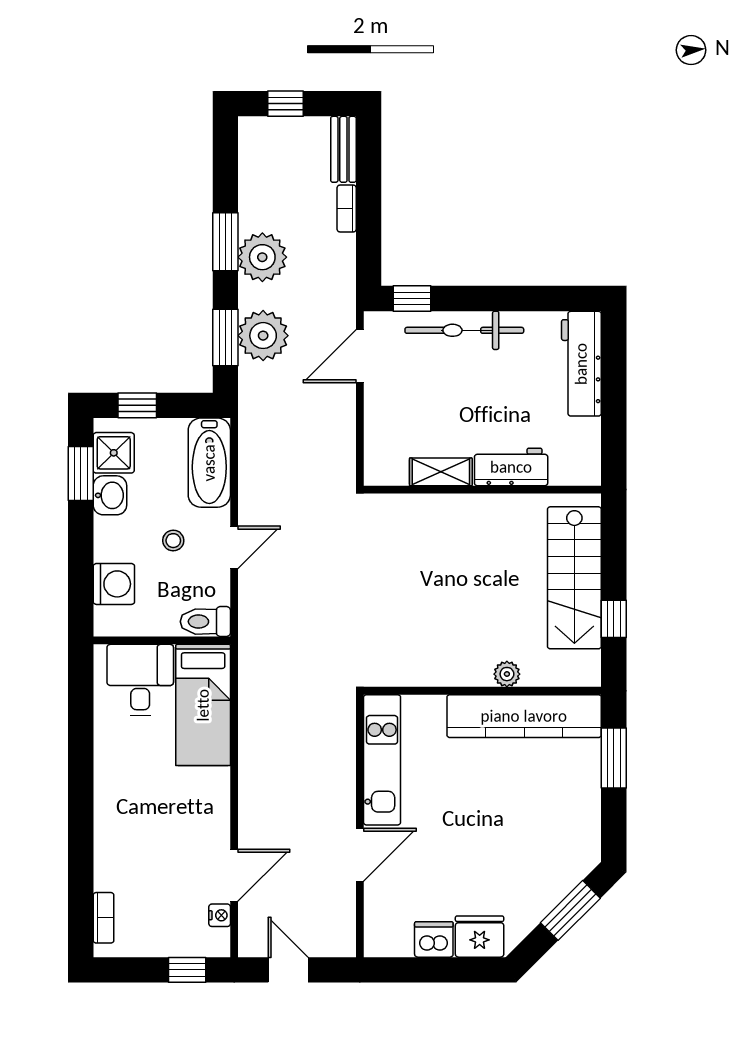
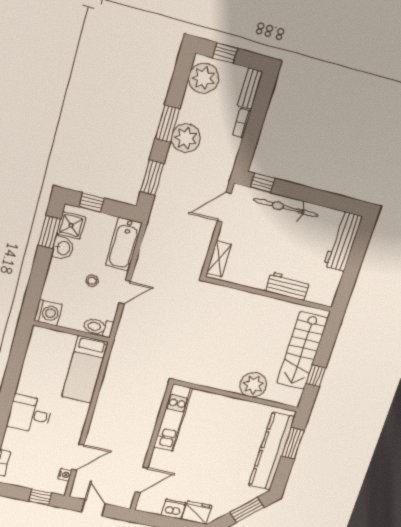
plant: (263, 336) -> (204, 78), moved
shelving: (441, 472) -> (219, 259), moved, turned 90
washing machine: (114, 584) -> (48, 313), moved
plant: (507, 674) -> (253, 385), width x1.87, depth x1.87
desk: (140, 680) -> (30, 414), moved, turned -90
kitchen counter: (524, 716) -> (272, 451), moved, turned 90
door: (360, 855) -> (142, 480), moved

